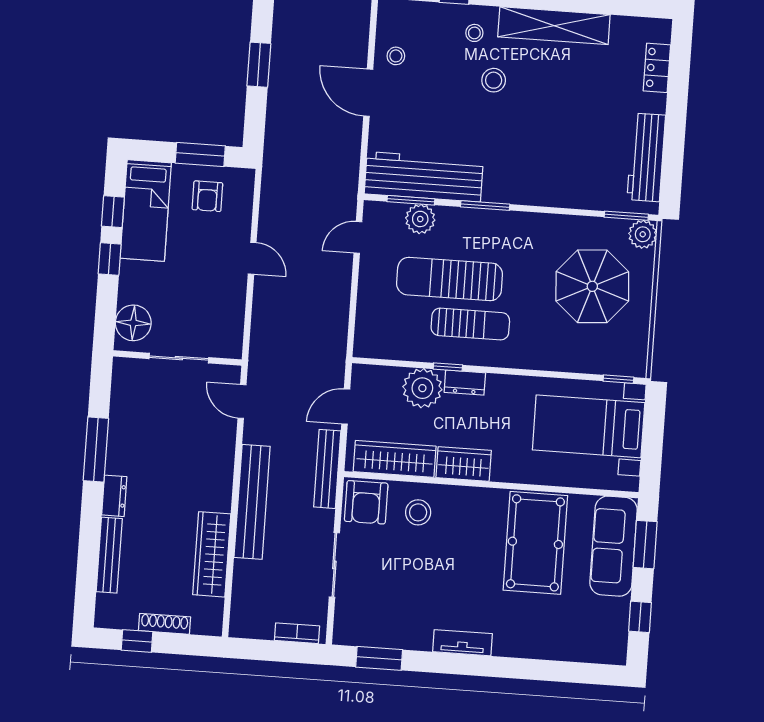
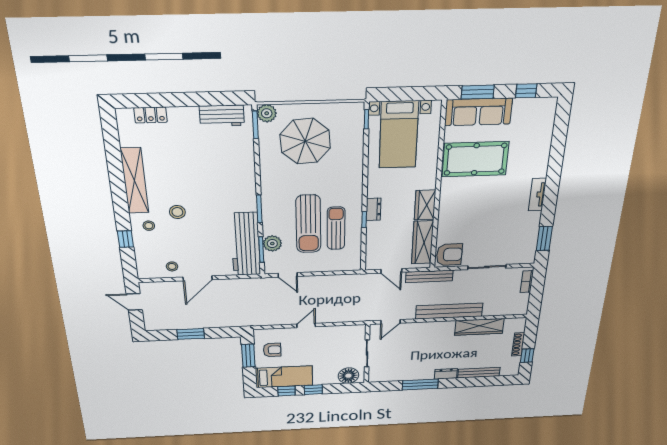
workbench: (646, 157) -> (222, 116), width x0.73
sun lounger: (470, 324) -> (336, 228), moved
plant: (422, 388) -> (378, 232), removed
stool: (418, 512) -> (455, 227), removed

